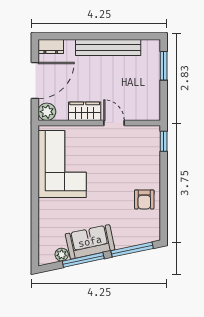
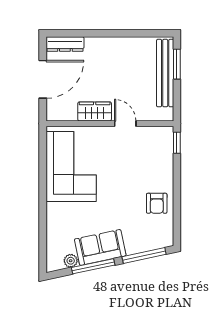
dresser: (51, 47) -> (65, 44), width x1.44
bench: (108, 48) -> (165, 73), moved, turned 90
plant: (47, 112) -> (55, 112), removed

